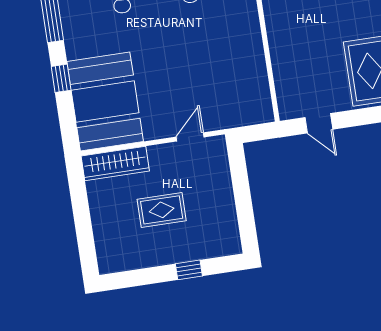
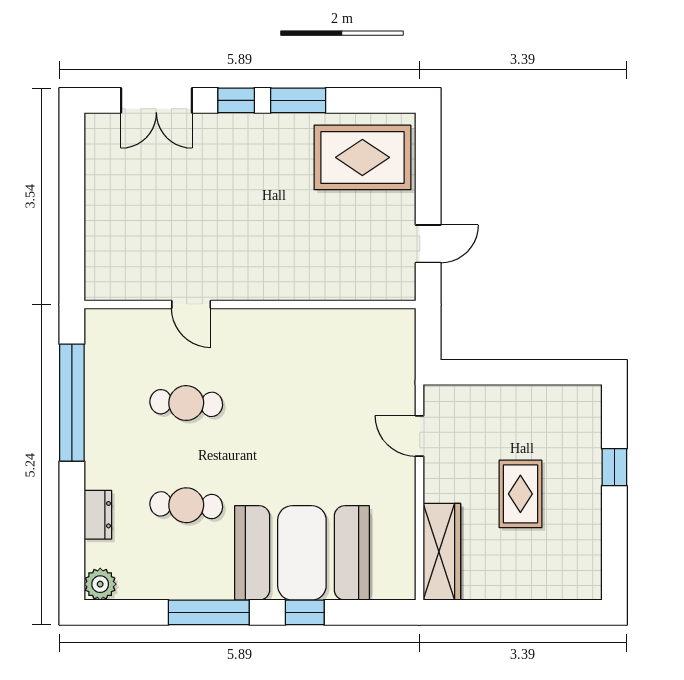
booth: (105, 101) -> (302, 553), moved

